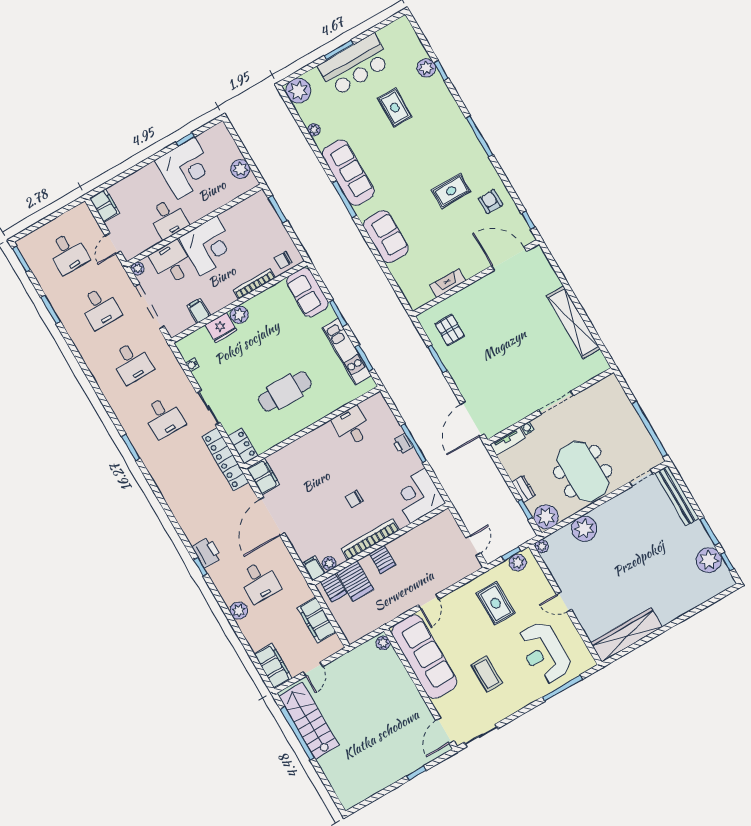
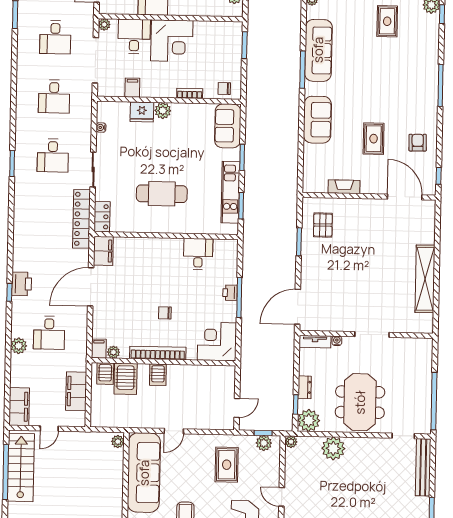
rug: (451, 191) -> (374, 139), moved, turned 90
bookcase: (254, 284) -> (190, 93), width x0.64

